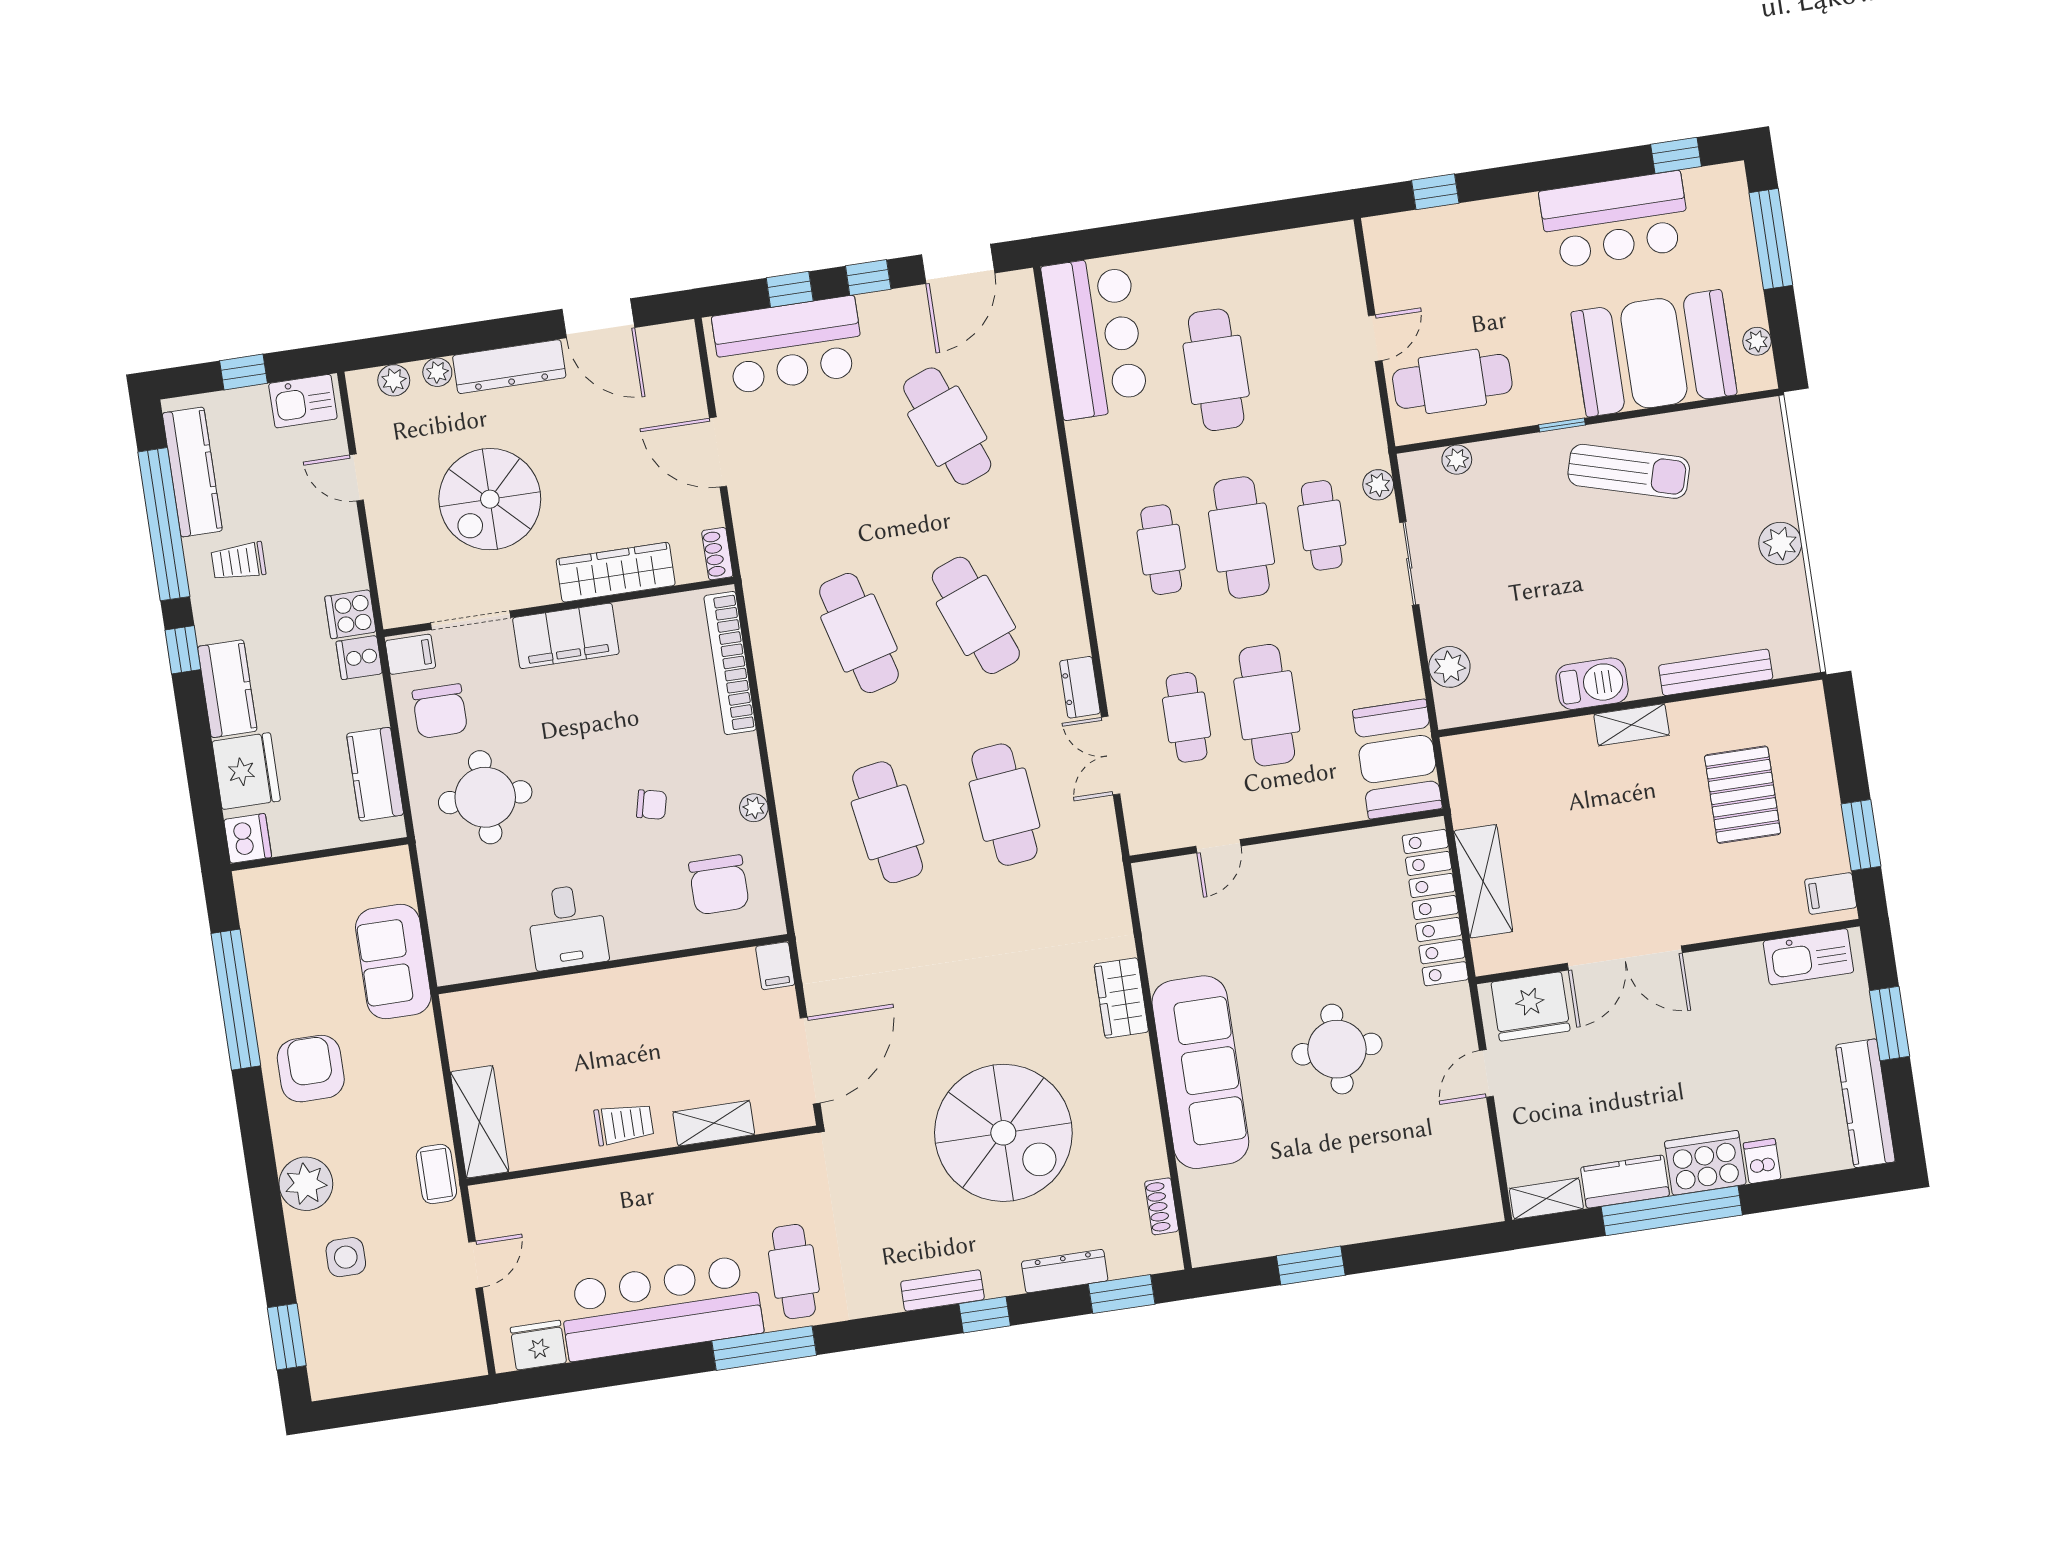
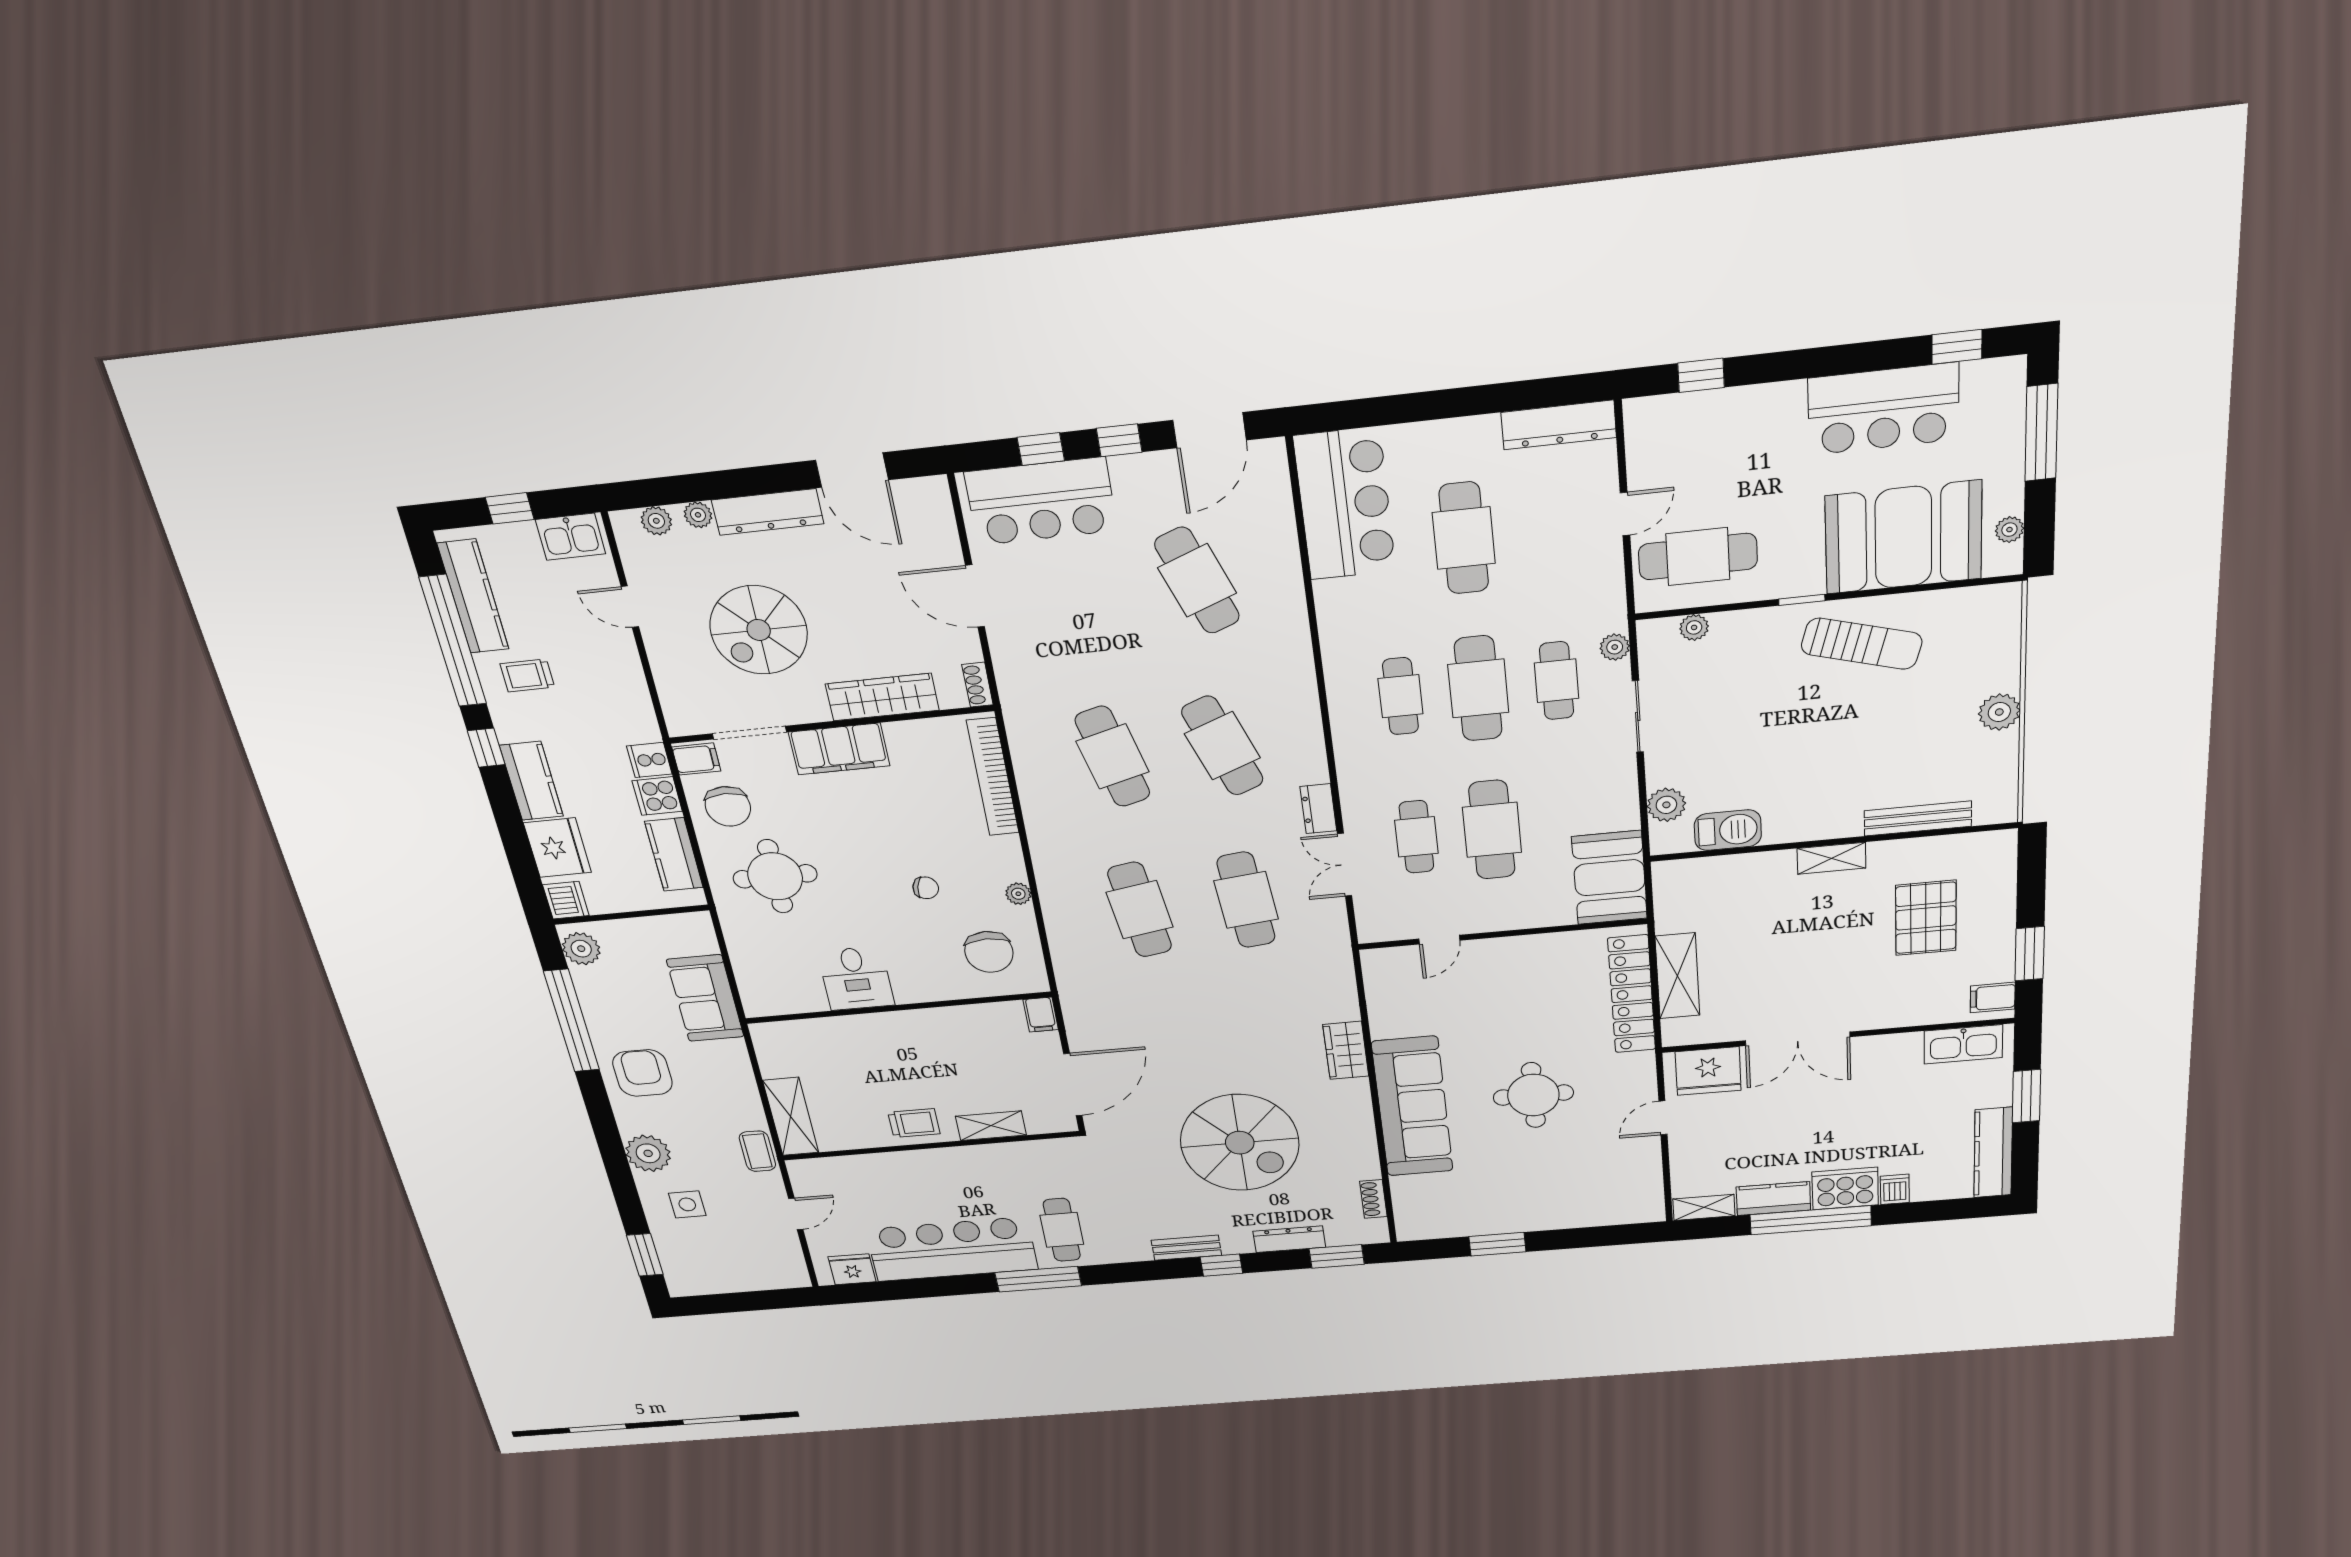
dresser: (1302, 247) -> (1559, 425), added
cooker: (350, 614) -> (657, 796), moved
barbecue: (1592, 684) -> (1728, 830), moved
plant: (258, 901) -> (581, 949), added

